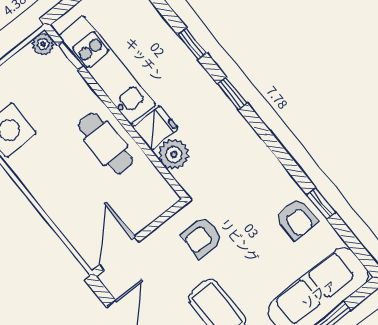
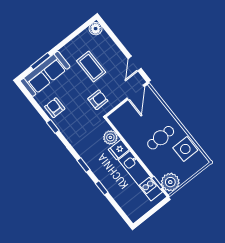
plant: (43, 44) -> (170, 182), width x1.88, depth x1.88
cafe table: (106, 143) -> (161, 138), moved, turned 90
window: (321, 204) -> (53, 126), moved

